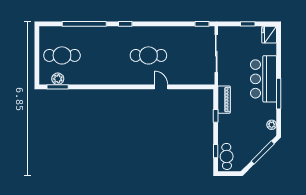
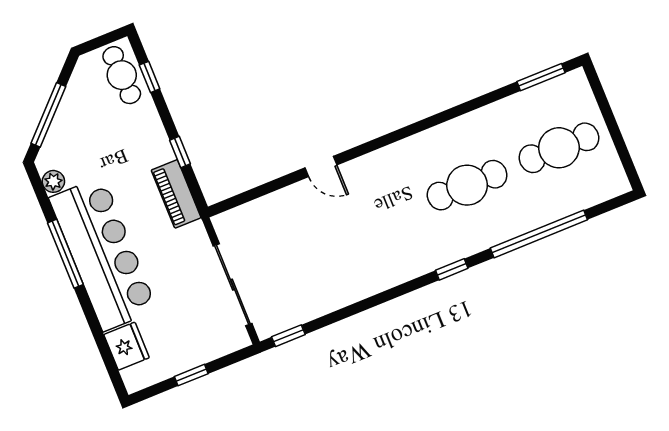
fridge: (269, 35) -> (127, 346), moved
cafe table: (148, 55) -> (467, 185), moved
plant: (58, 79) -> (548, 94), removed
bar counter: (263, 79) -> (103, 254), width x1.36

